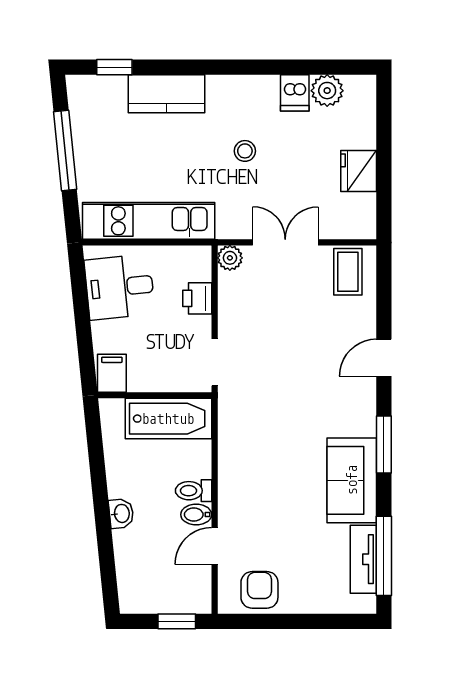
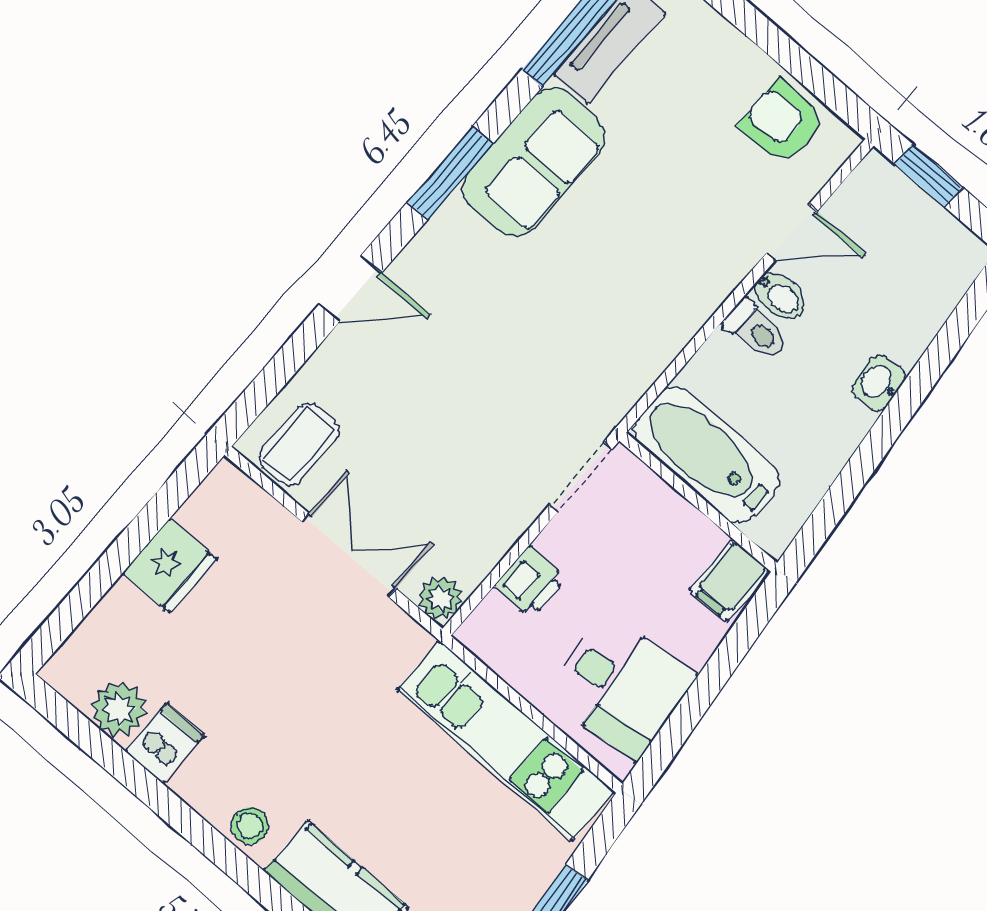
stool: (245, 151) -> (250, 826), moved
double door: (285, 242) -> (349, 555), swing flipped
armchair: (259, 590) -> (782, 122), turned 90

